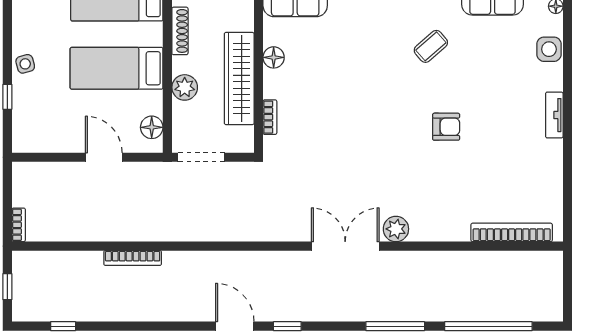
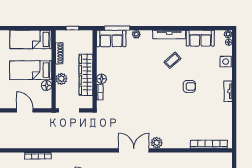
floor lamp: (274, 57) -> (101, 79), moved
floor lamp: (152, 127) -> (47, 85), moved
armchair: (446, 127) -> (189, 86), moved

